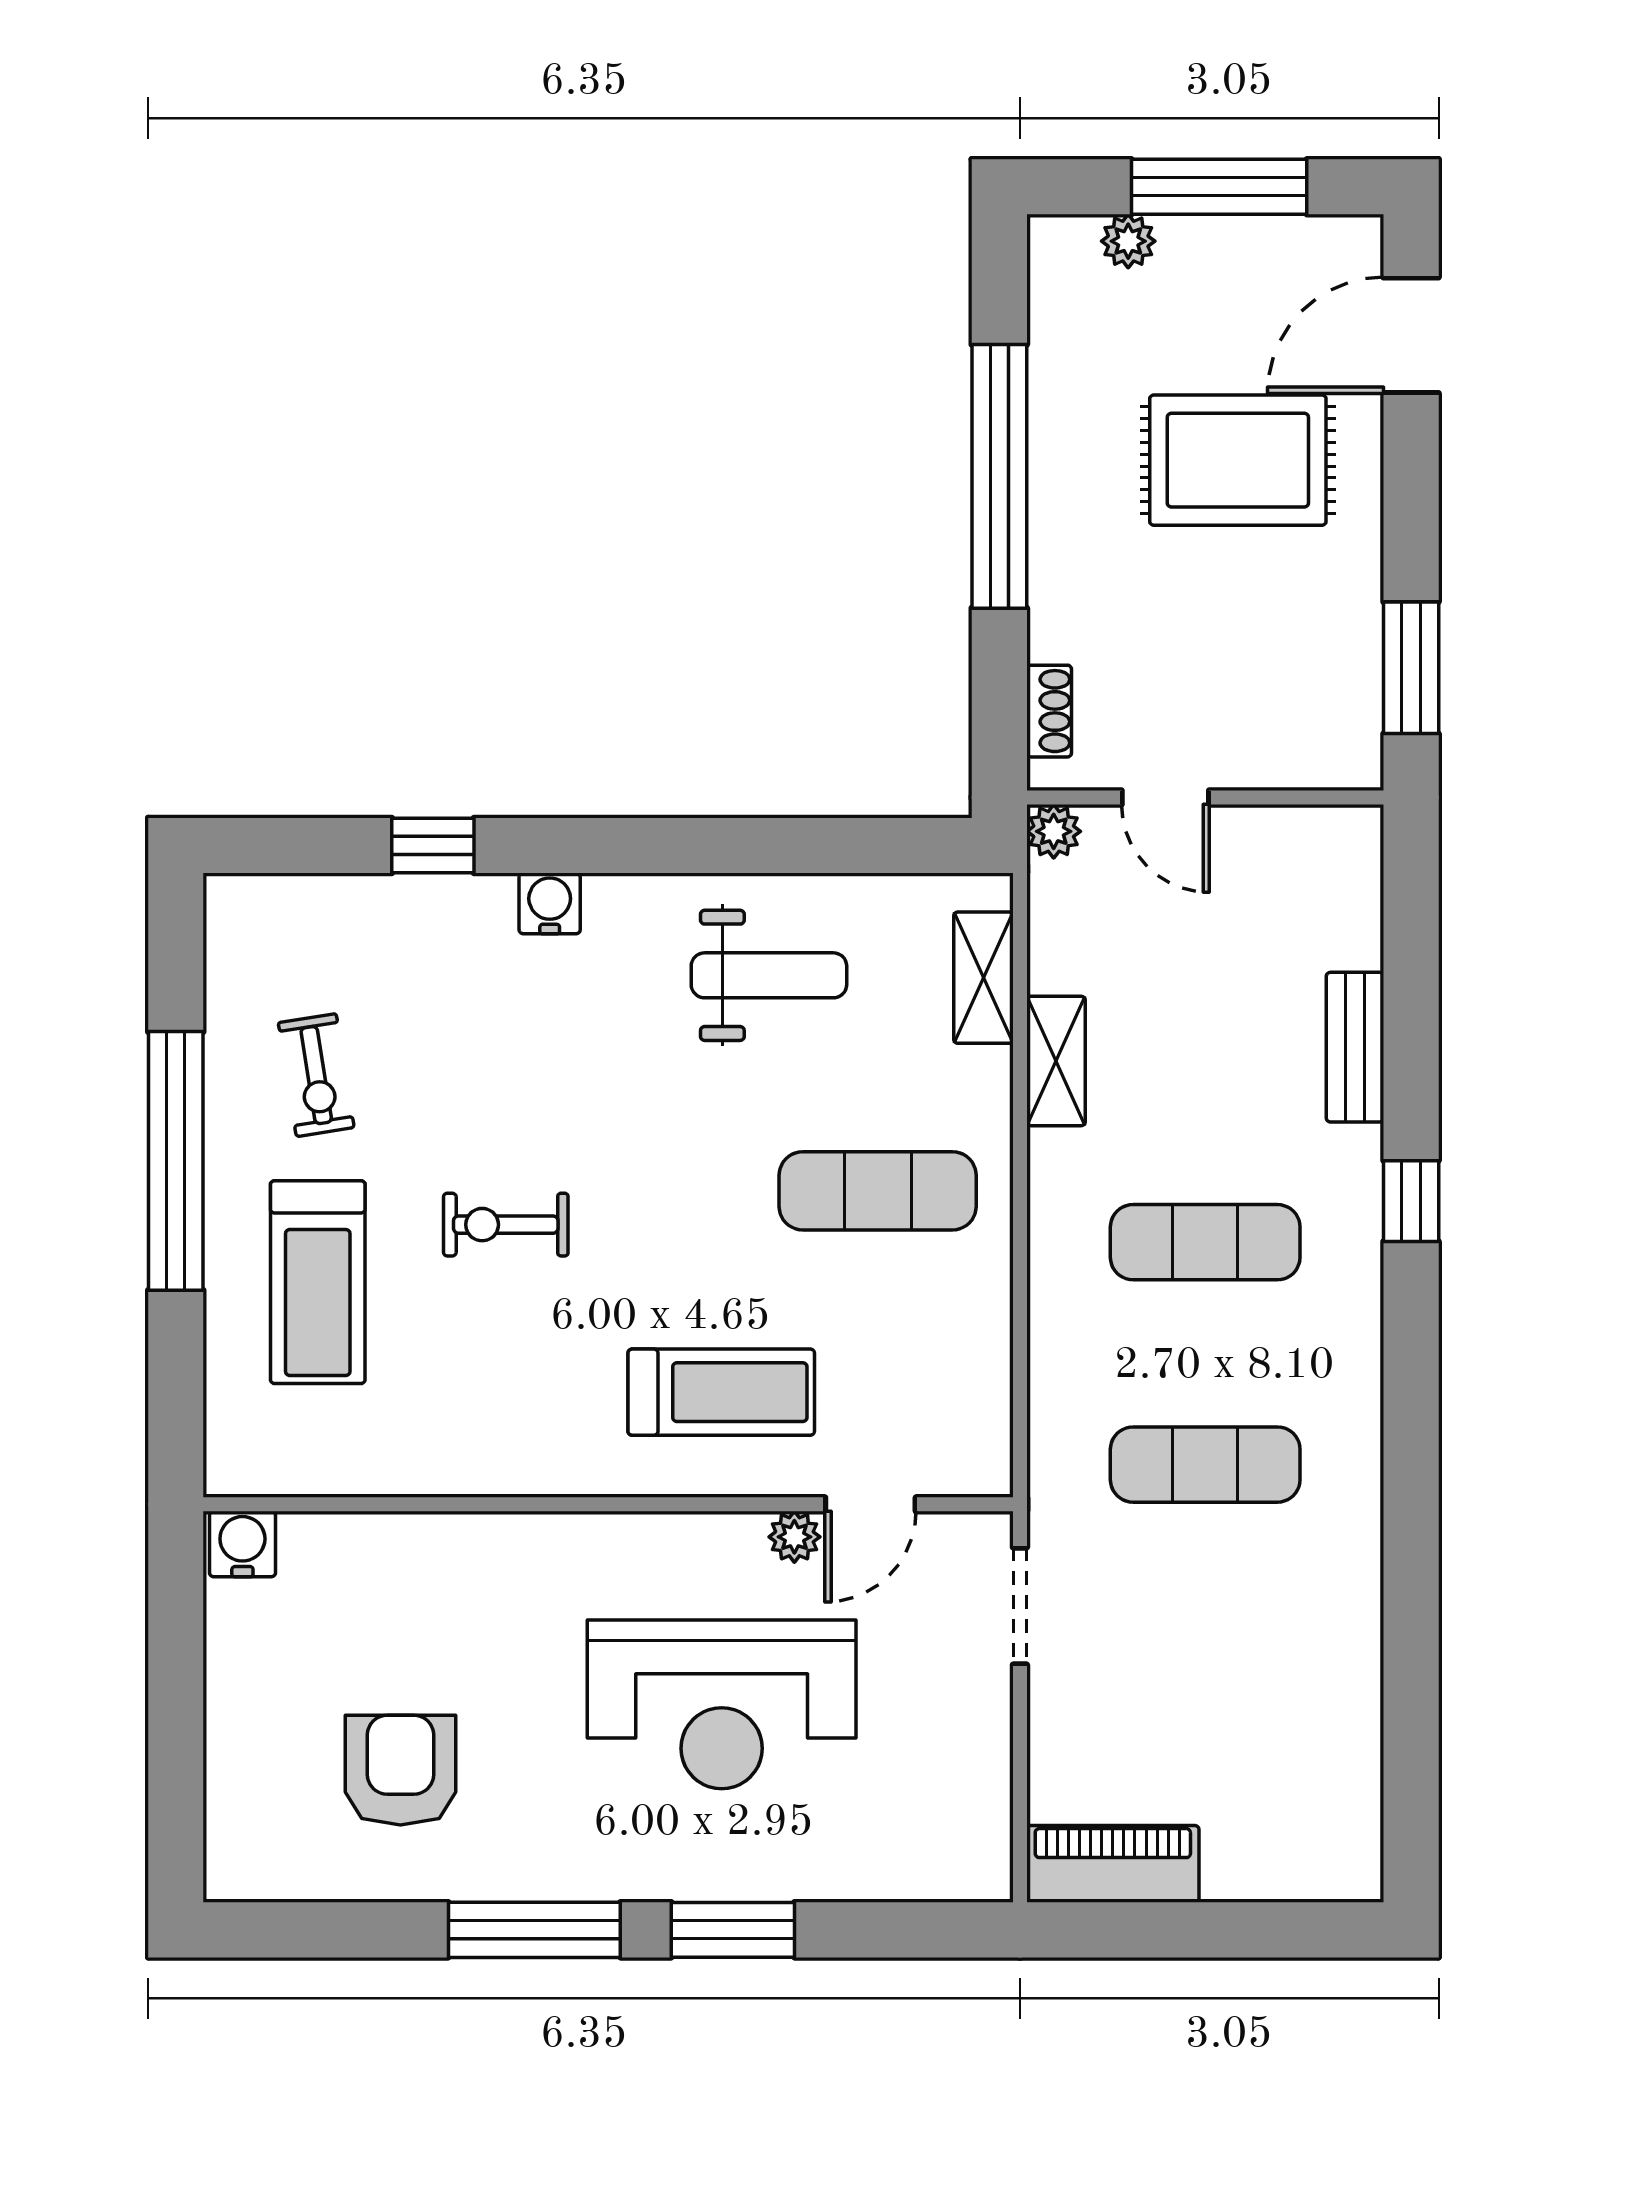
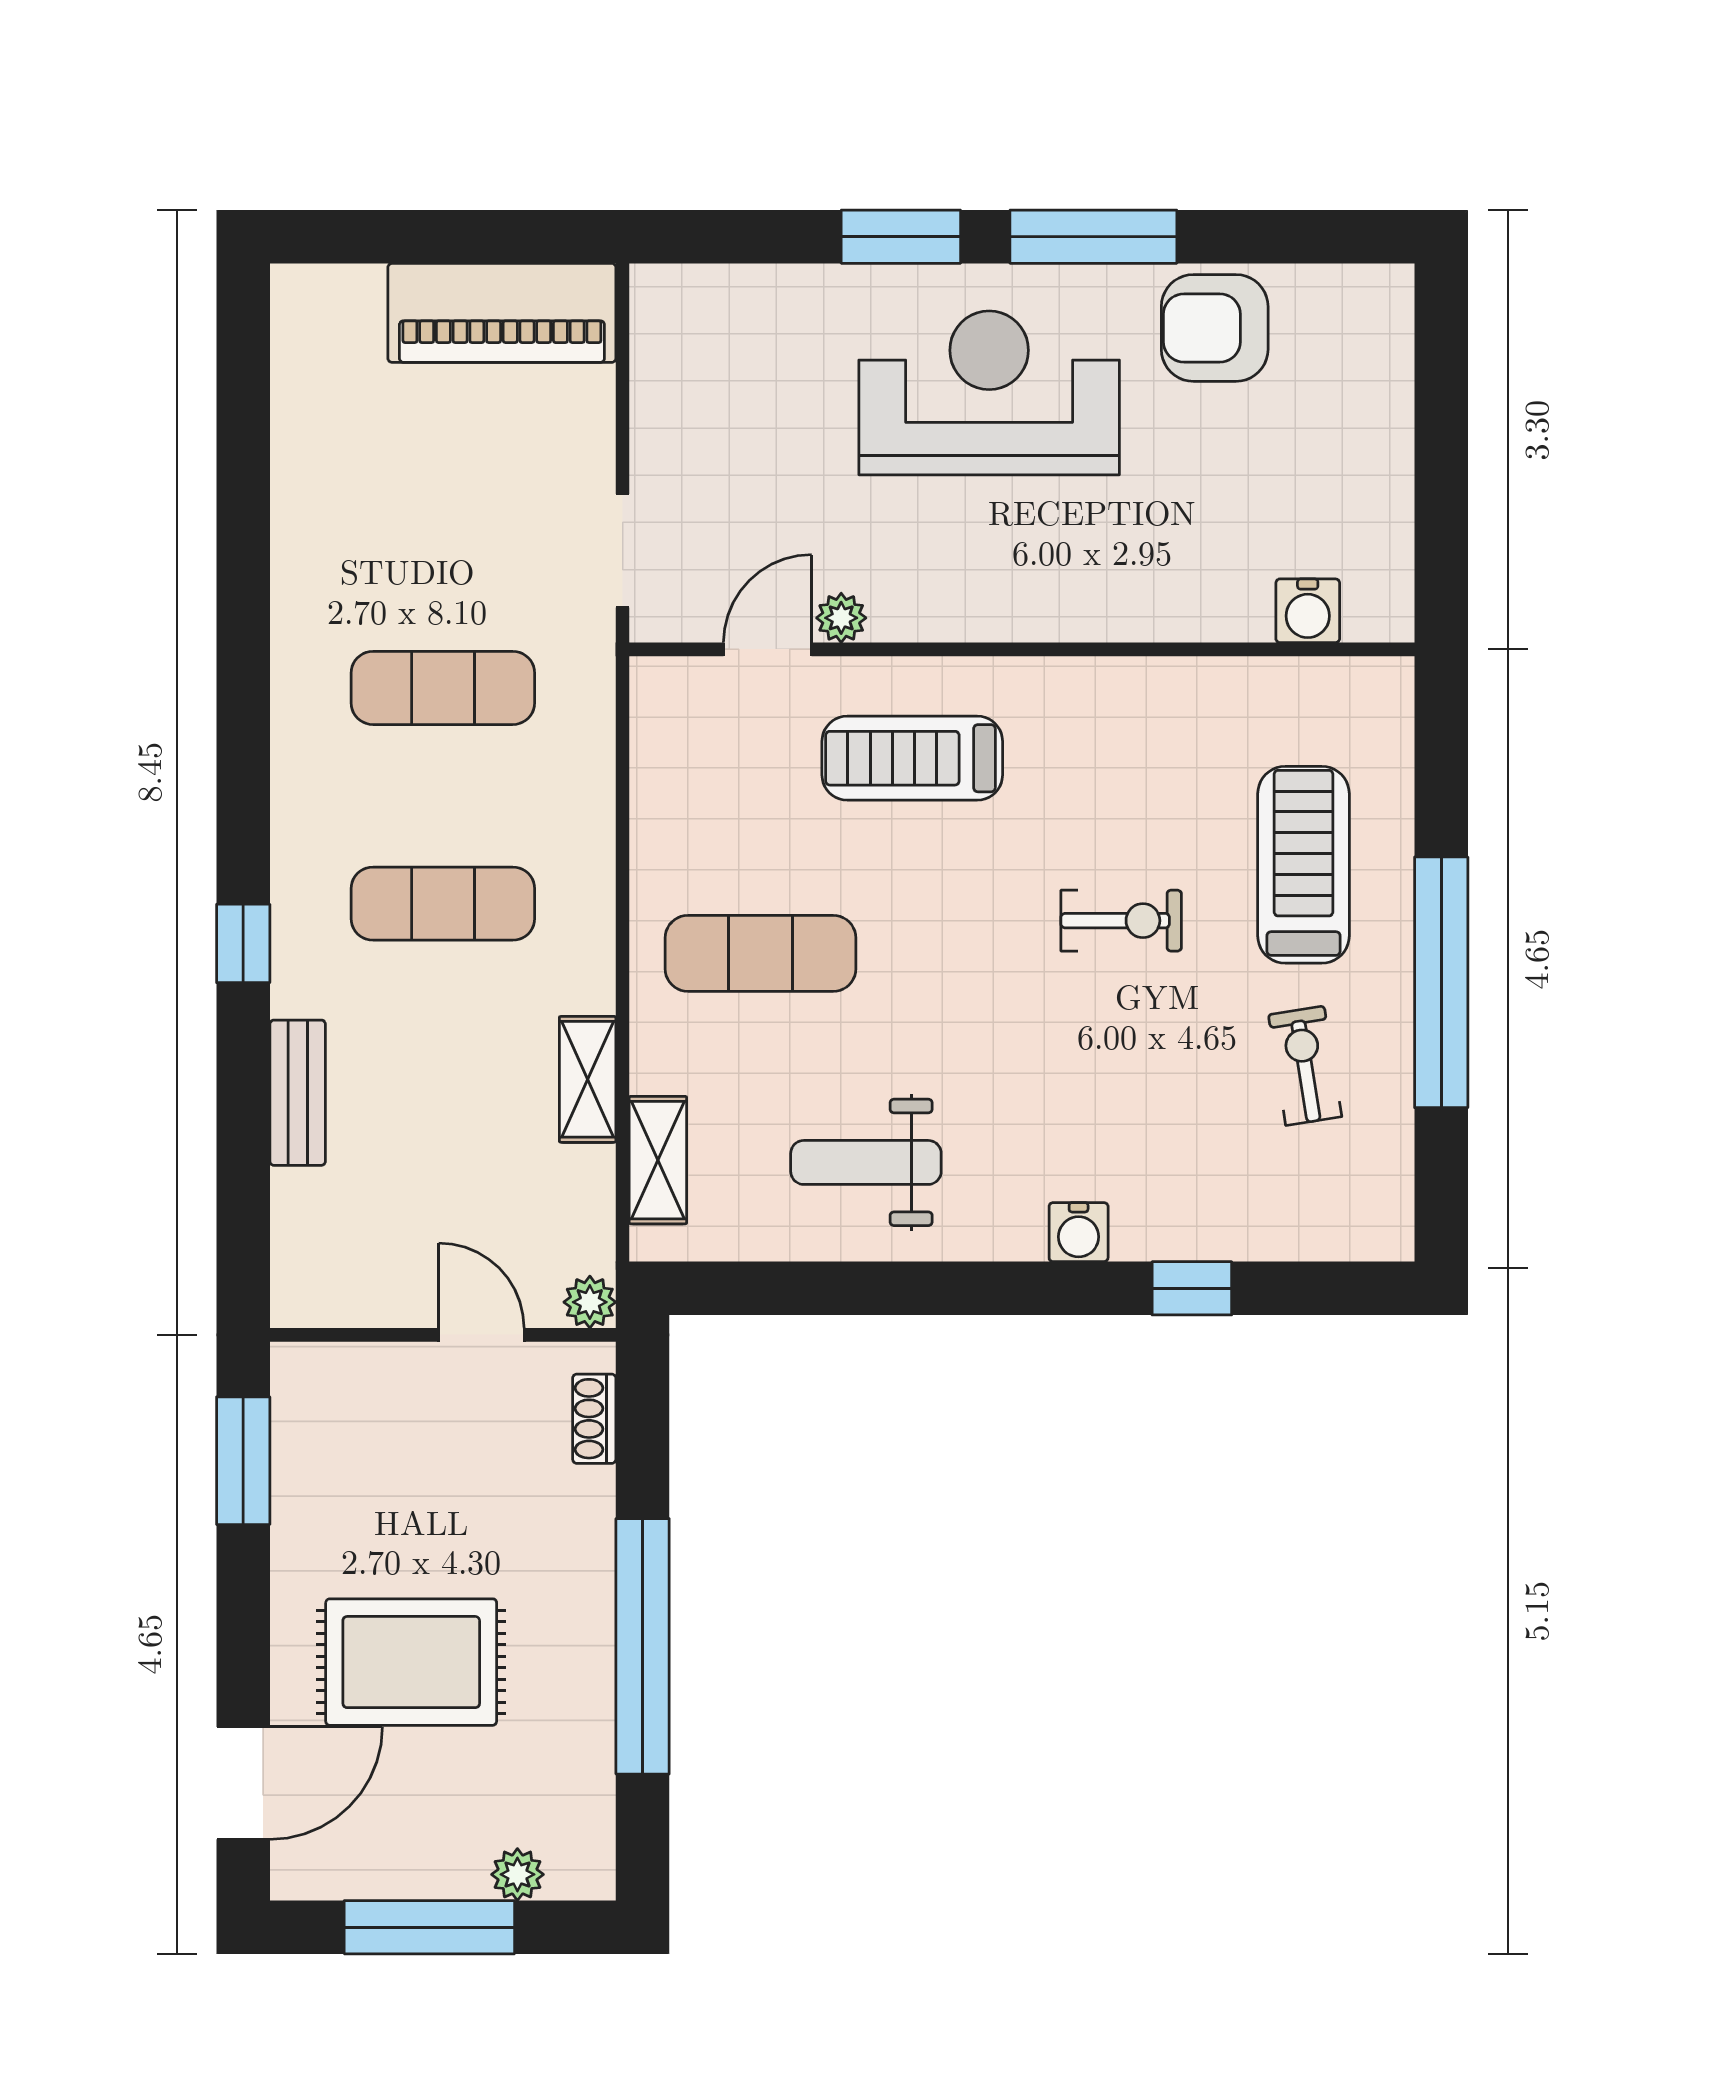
water cooler: (242, 1544) -> (1308, 611), moved
reception desk: (722, 1704) -> (989, 393), moved
armchair: (400, 1770) -> (1215, 328), moved, turned 90
piano: (1113, 1864) -> (502, 313), width x1.37, depth x1.33

